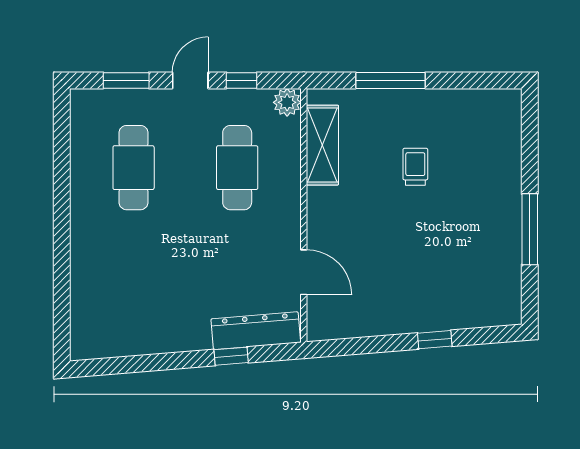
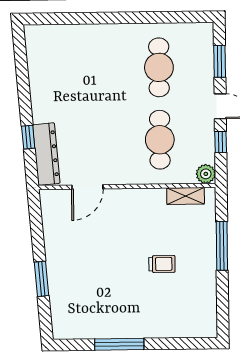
shelving: (322, 145) -> (186, 196), width x0.67, depth x0.75
cafe table: (134, 168) -> (159, 67), turned 90
cafe table: (237, 168) -> (160, 140), turned 90
window: (435, 340) -> (41, 279), width x1.50

